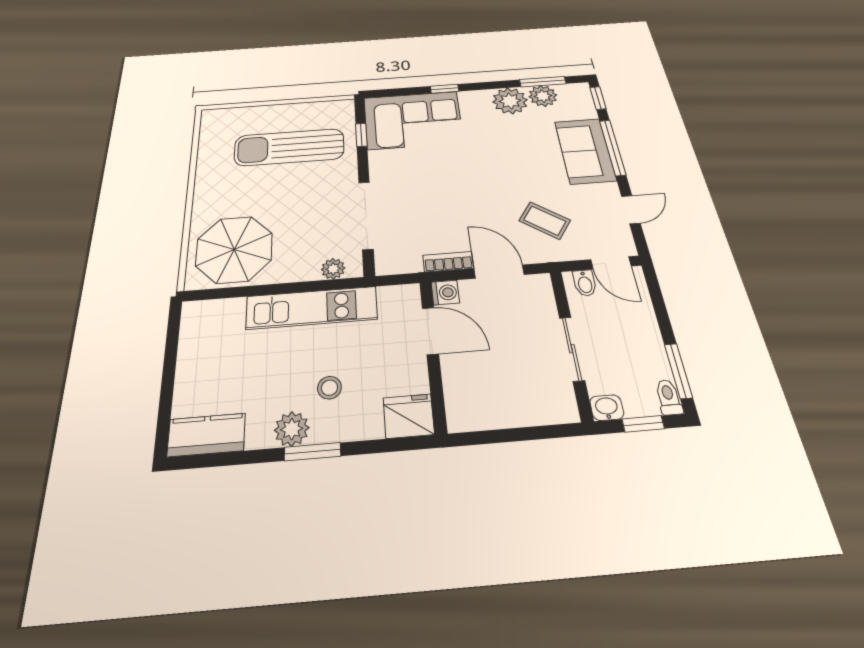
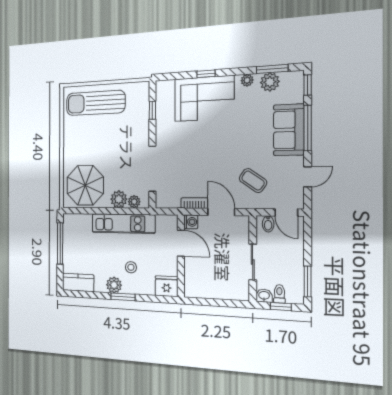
plant: (510, 101) -> (247, 80), width x0.53, depth x0.53
corner sofa: (413, 120) -> (204, 99), moved
sun lounger: (289, 147) -> (95, 103), moved
plant: (302, 267) -> (119, 199), added
window: (170, 359) -> (60, 243), added
toilet: (669, 397) -> (279, 294), moved

